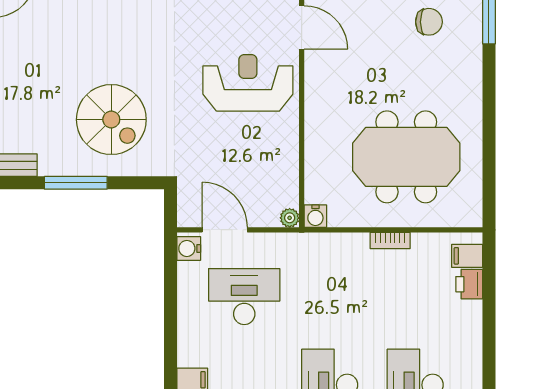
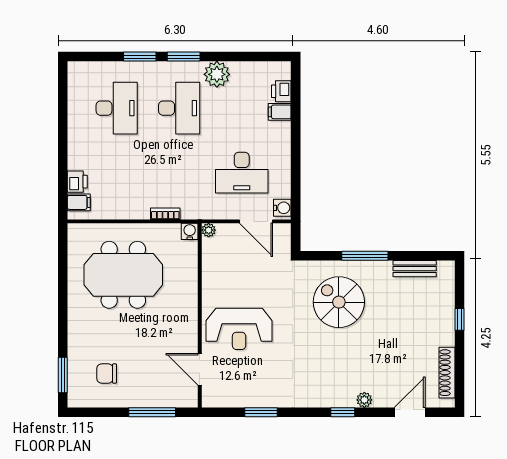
bookcase: (390, 240) -> (165, 214), moved

